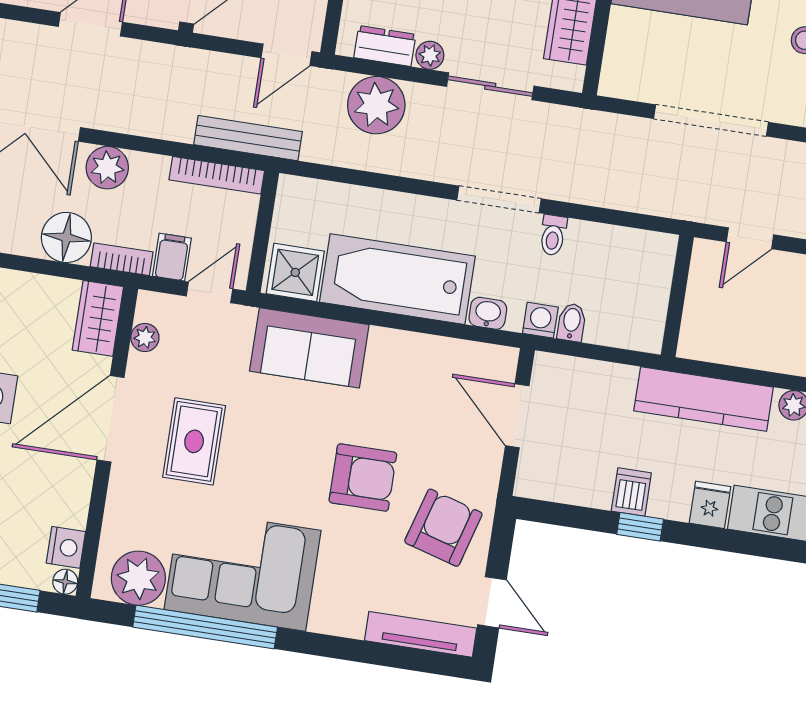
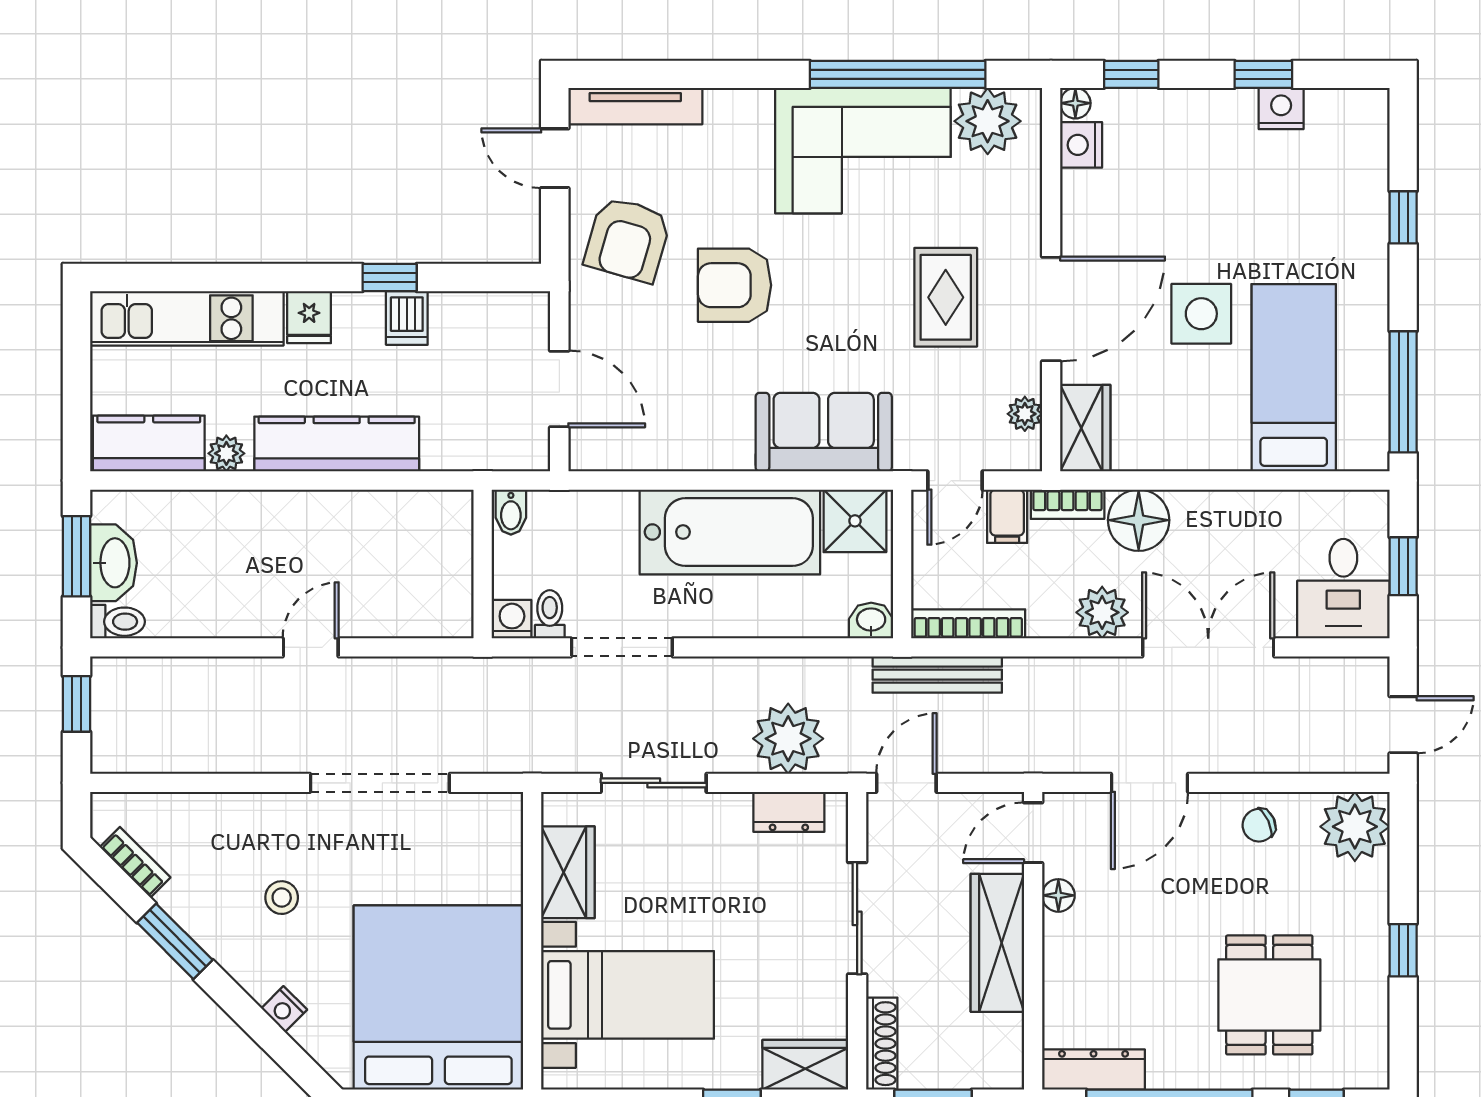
plant: (430, 55) -> (733, 809), removed
wall: (677, 296) -> (483, 564), moved
washbasin: (488, 313) -> (871, 621), moved, turned 180
washing machine: (540, 320) -> (512, 619), moved, turned 180

